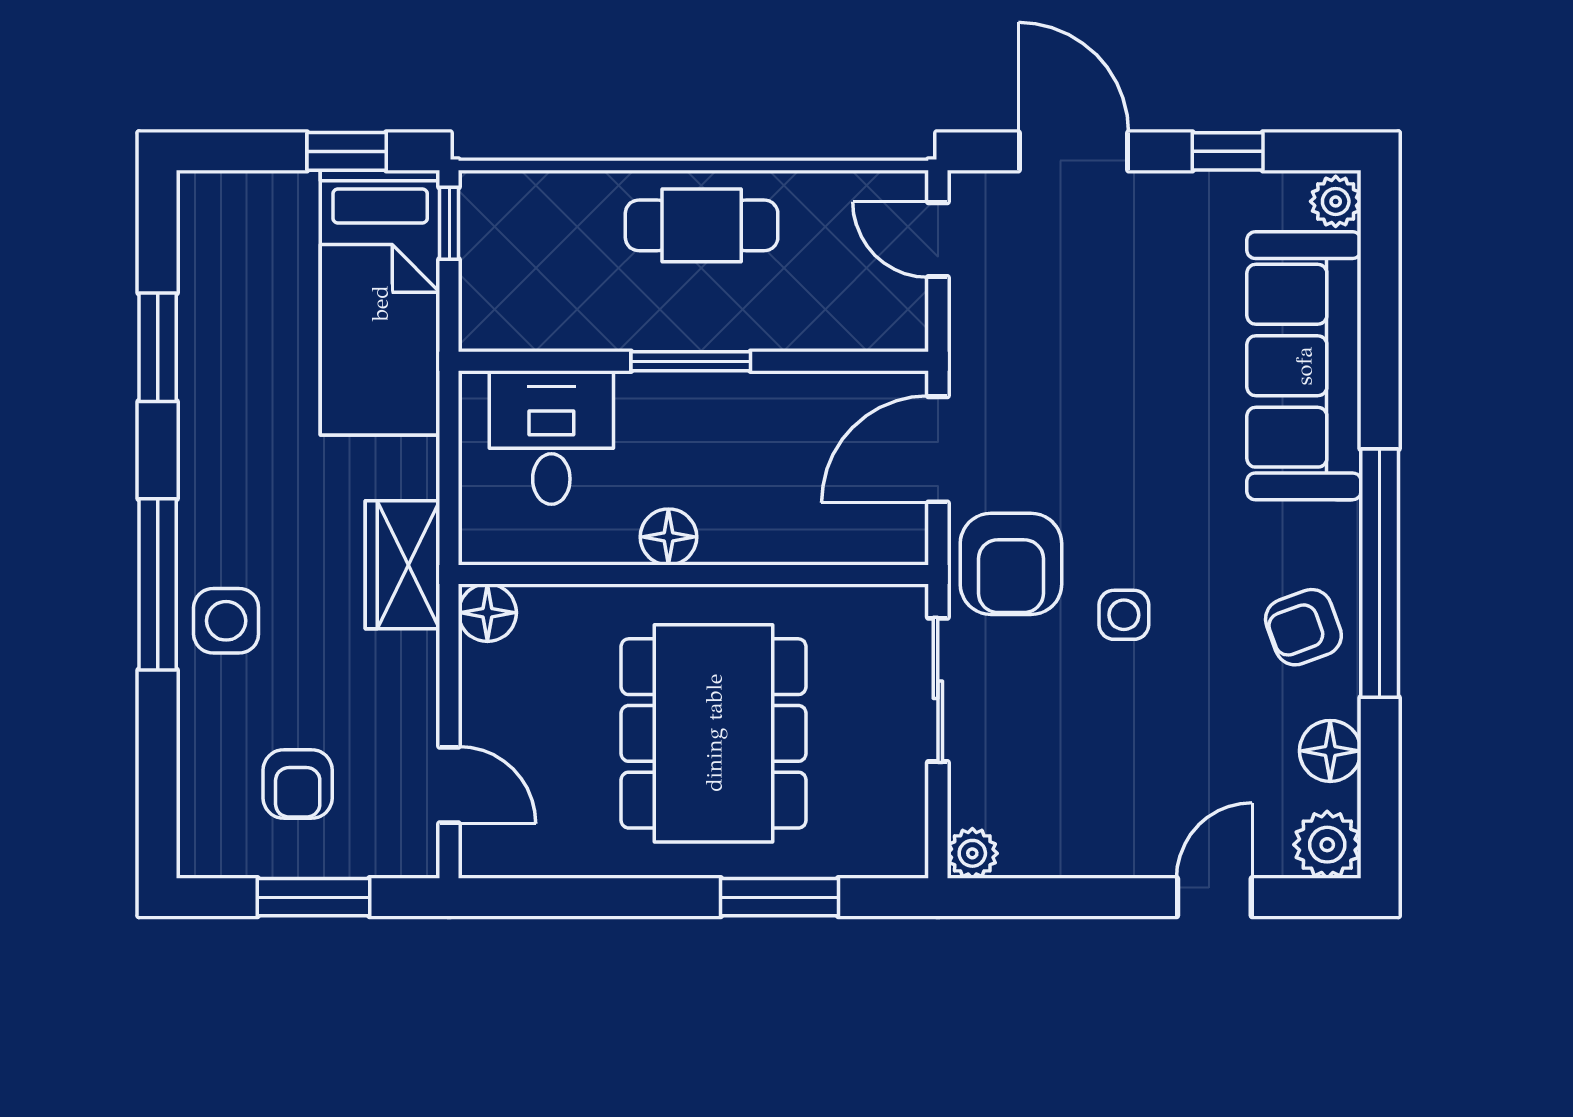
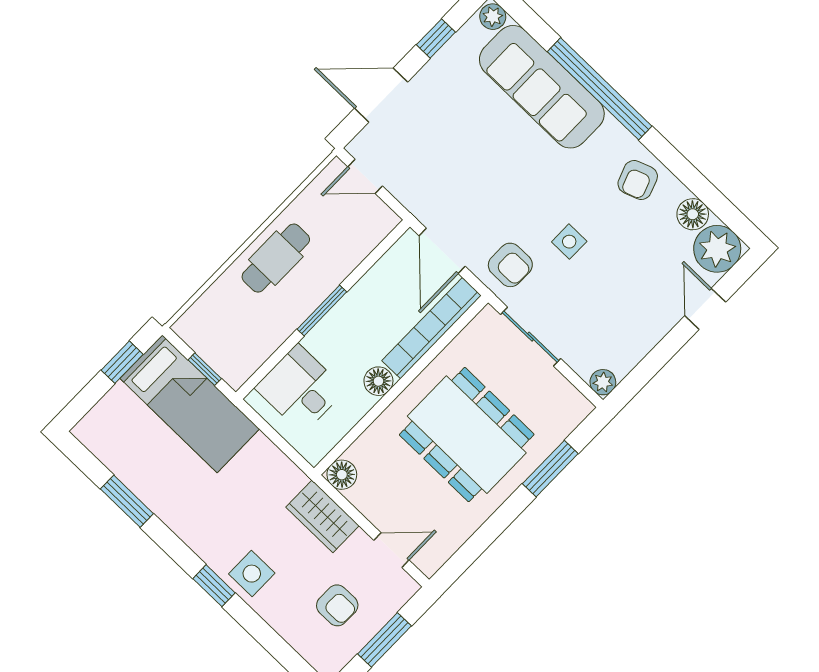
window: (449, 223) -> (205, 369), moved
bookcase: (815, 539) -> (431, 328), added
armchair: (1011, 564) -> (510, 265), width x0.72, depth x0.72
wardrobe: (403, 565) -> (322, 516), moved
window: (1380, 573) -> (600, 89), moved
window: (158, 584) -> (214, 586), width x0.46
plant: (1327, 845) -> (717, 249), width x1.36, depth x1.36

